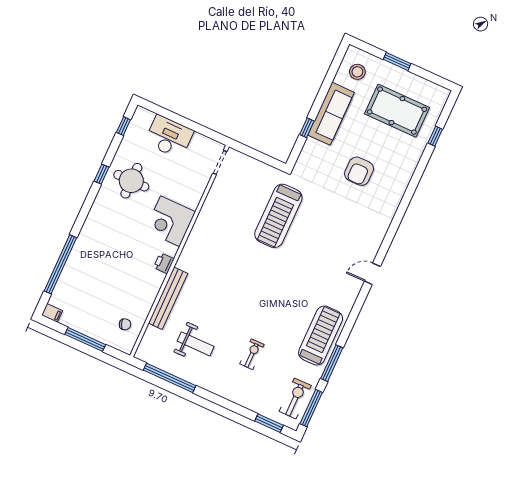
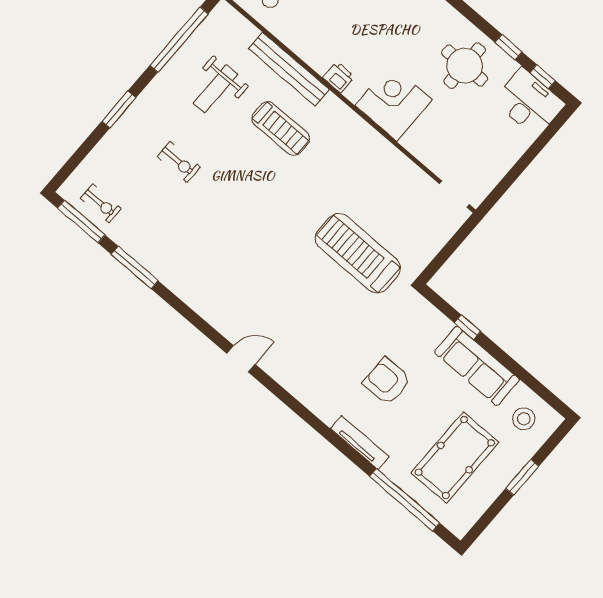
window: (435, 136) -> (405, 500), width x3.17
desk: (169, 137) -> (529, 102), moved, turned -90
window: (102, 174) -> (509, 47), moved
tv unit: (405, 178) -> (360, 443), added
door: (372, 274) -> (241, 359), hinge flipped
treadmill: (321, 336) -> (281, 128), moved, width x0.73, depth x0.73
exercise bike: (295, 398) -> (101, 203), width x0.73, depth x0.72
window: (269, 423) -> (119, 110), moved

